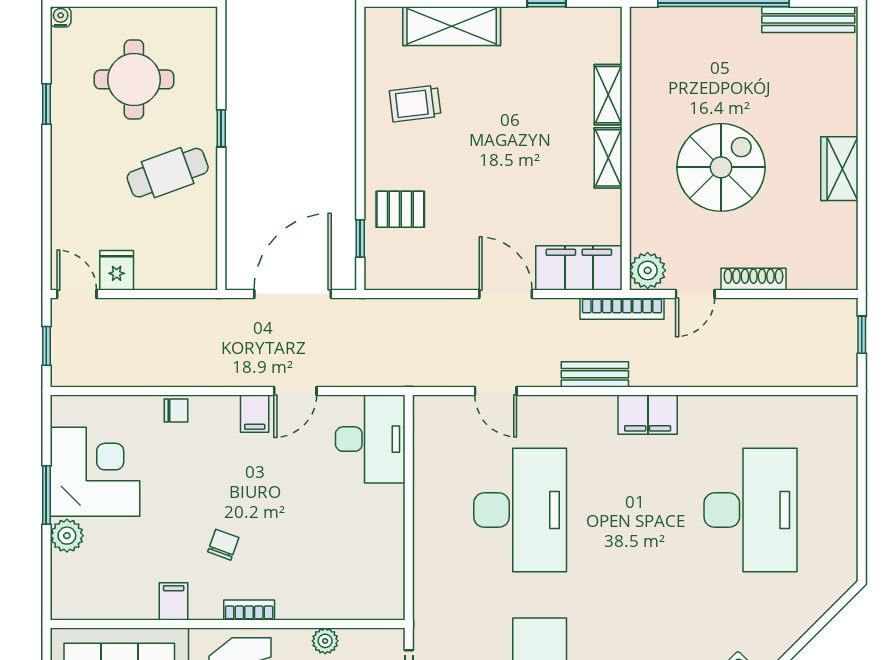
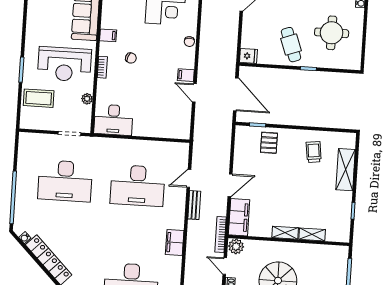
fridge: (117, 270) -> (248, 56), moved
bench: (595, 374) -> (194, 205), moved
desk: (370, 439) -> (113, 120), moved

